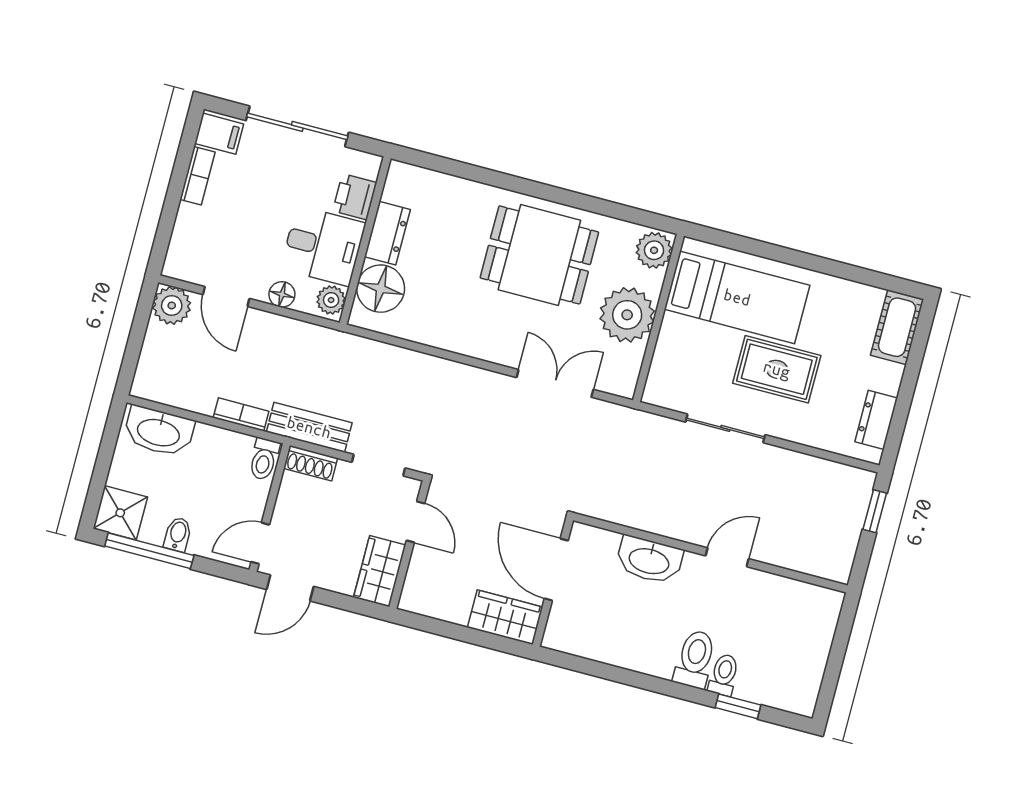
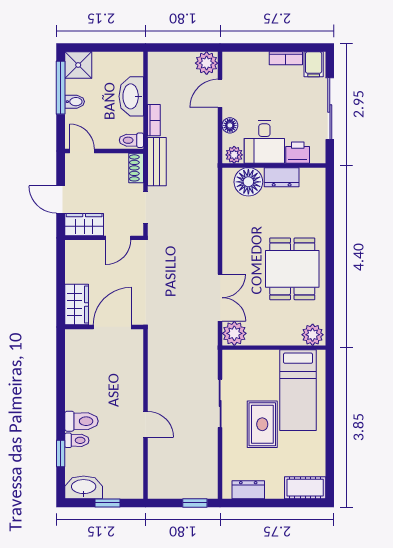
plant: (627, 315) -> (234, 333), moved, width x0.73, depth x0.73
washbasin: (159, 431) -> (131, 96), moved
washbasin: (649, 560) -> (84, 487), moved, turned 90
door: (290, 588) -> (61, 200), moved
window: (838, 652) -> (108, 503), added

